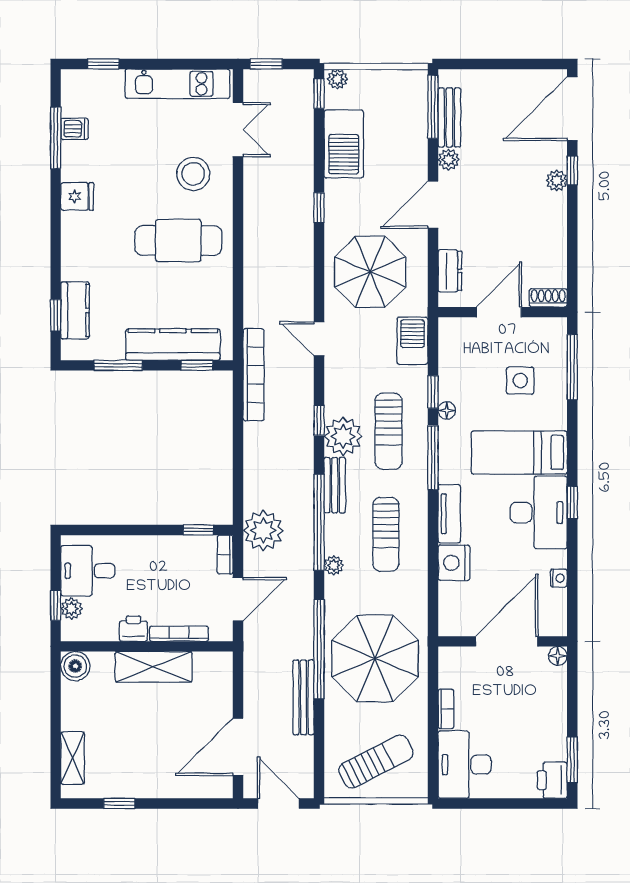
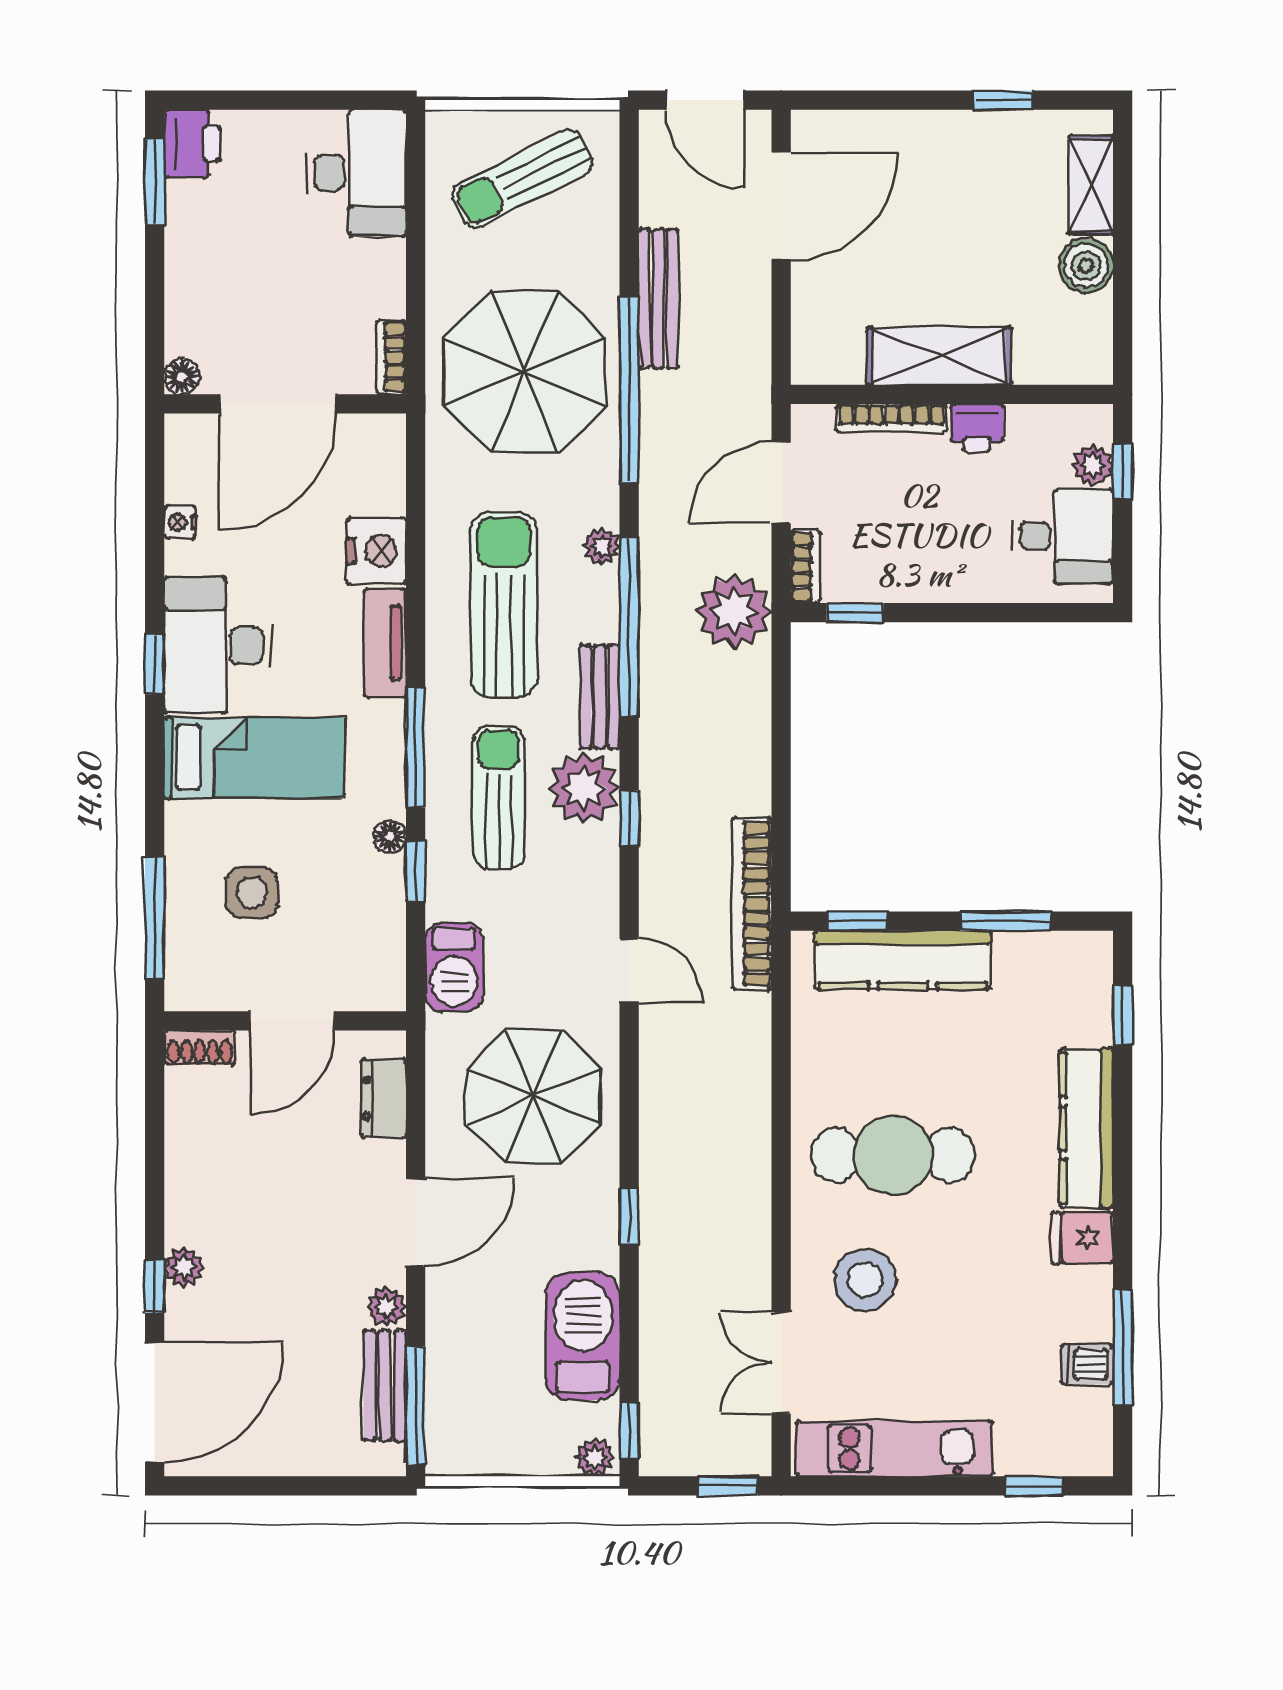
kitchen counter: (75, 310) -> (1087, 1128), moved, width x1.50
sun lounger: (386, 534) -> (504, 604), width x1.36, depth x1.34
boiler: (75, 666) -> (1086, 266), moved
bookcase: (446, 709) -> (391, 357), moved

